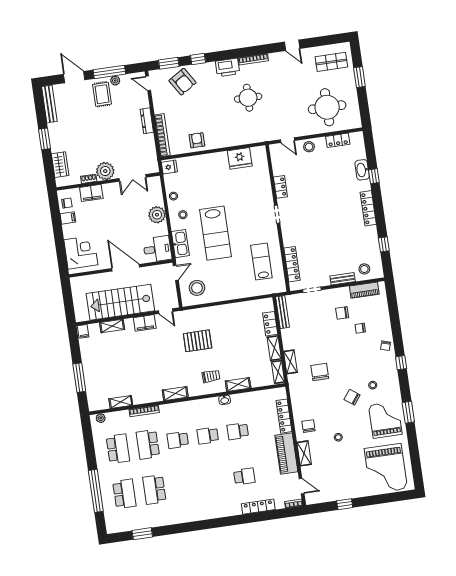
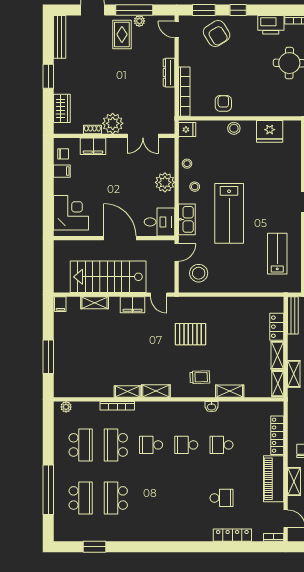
stool: (209, 160) -> (234, 128), added
shelving: (121, 402) -> (127, 392), moved

